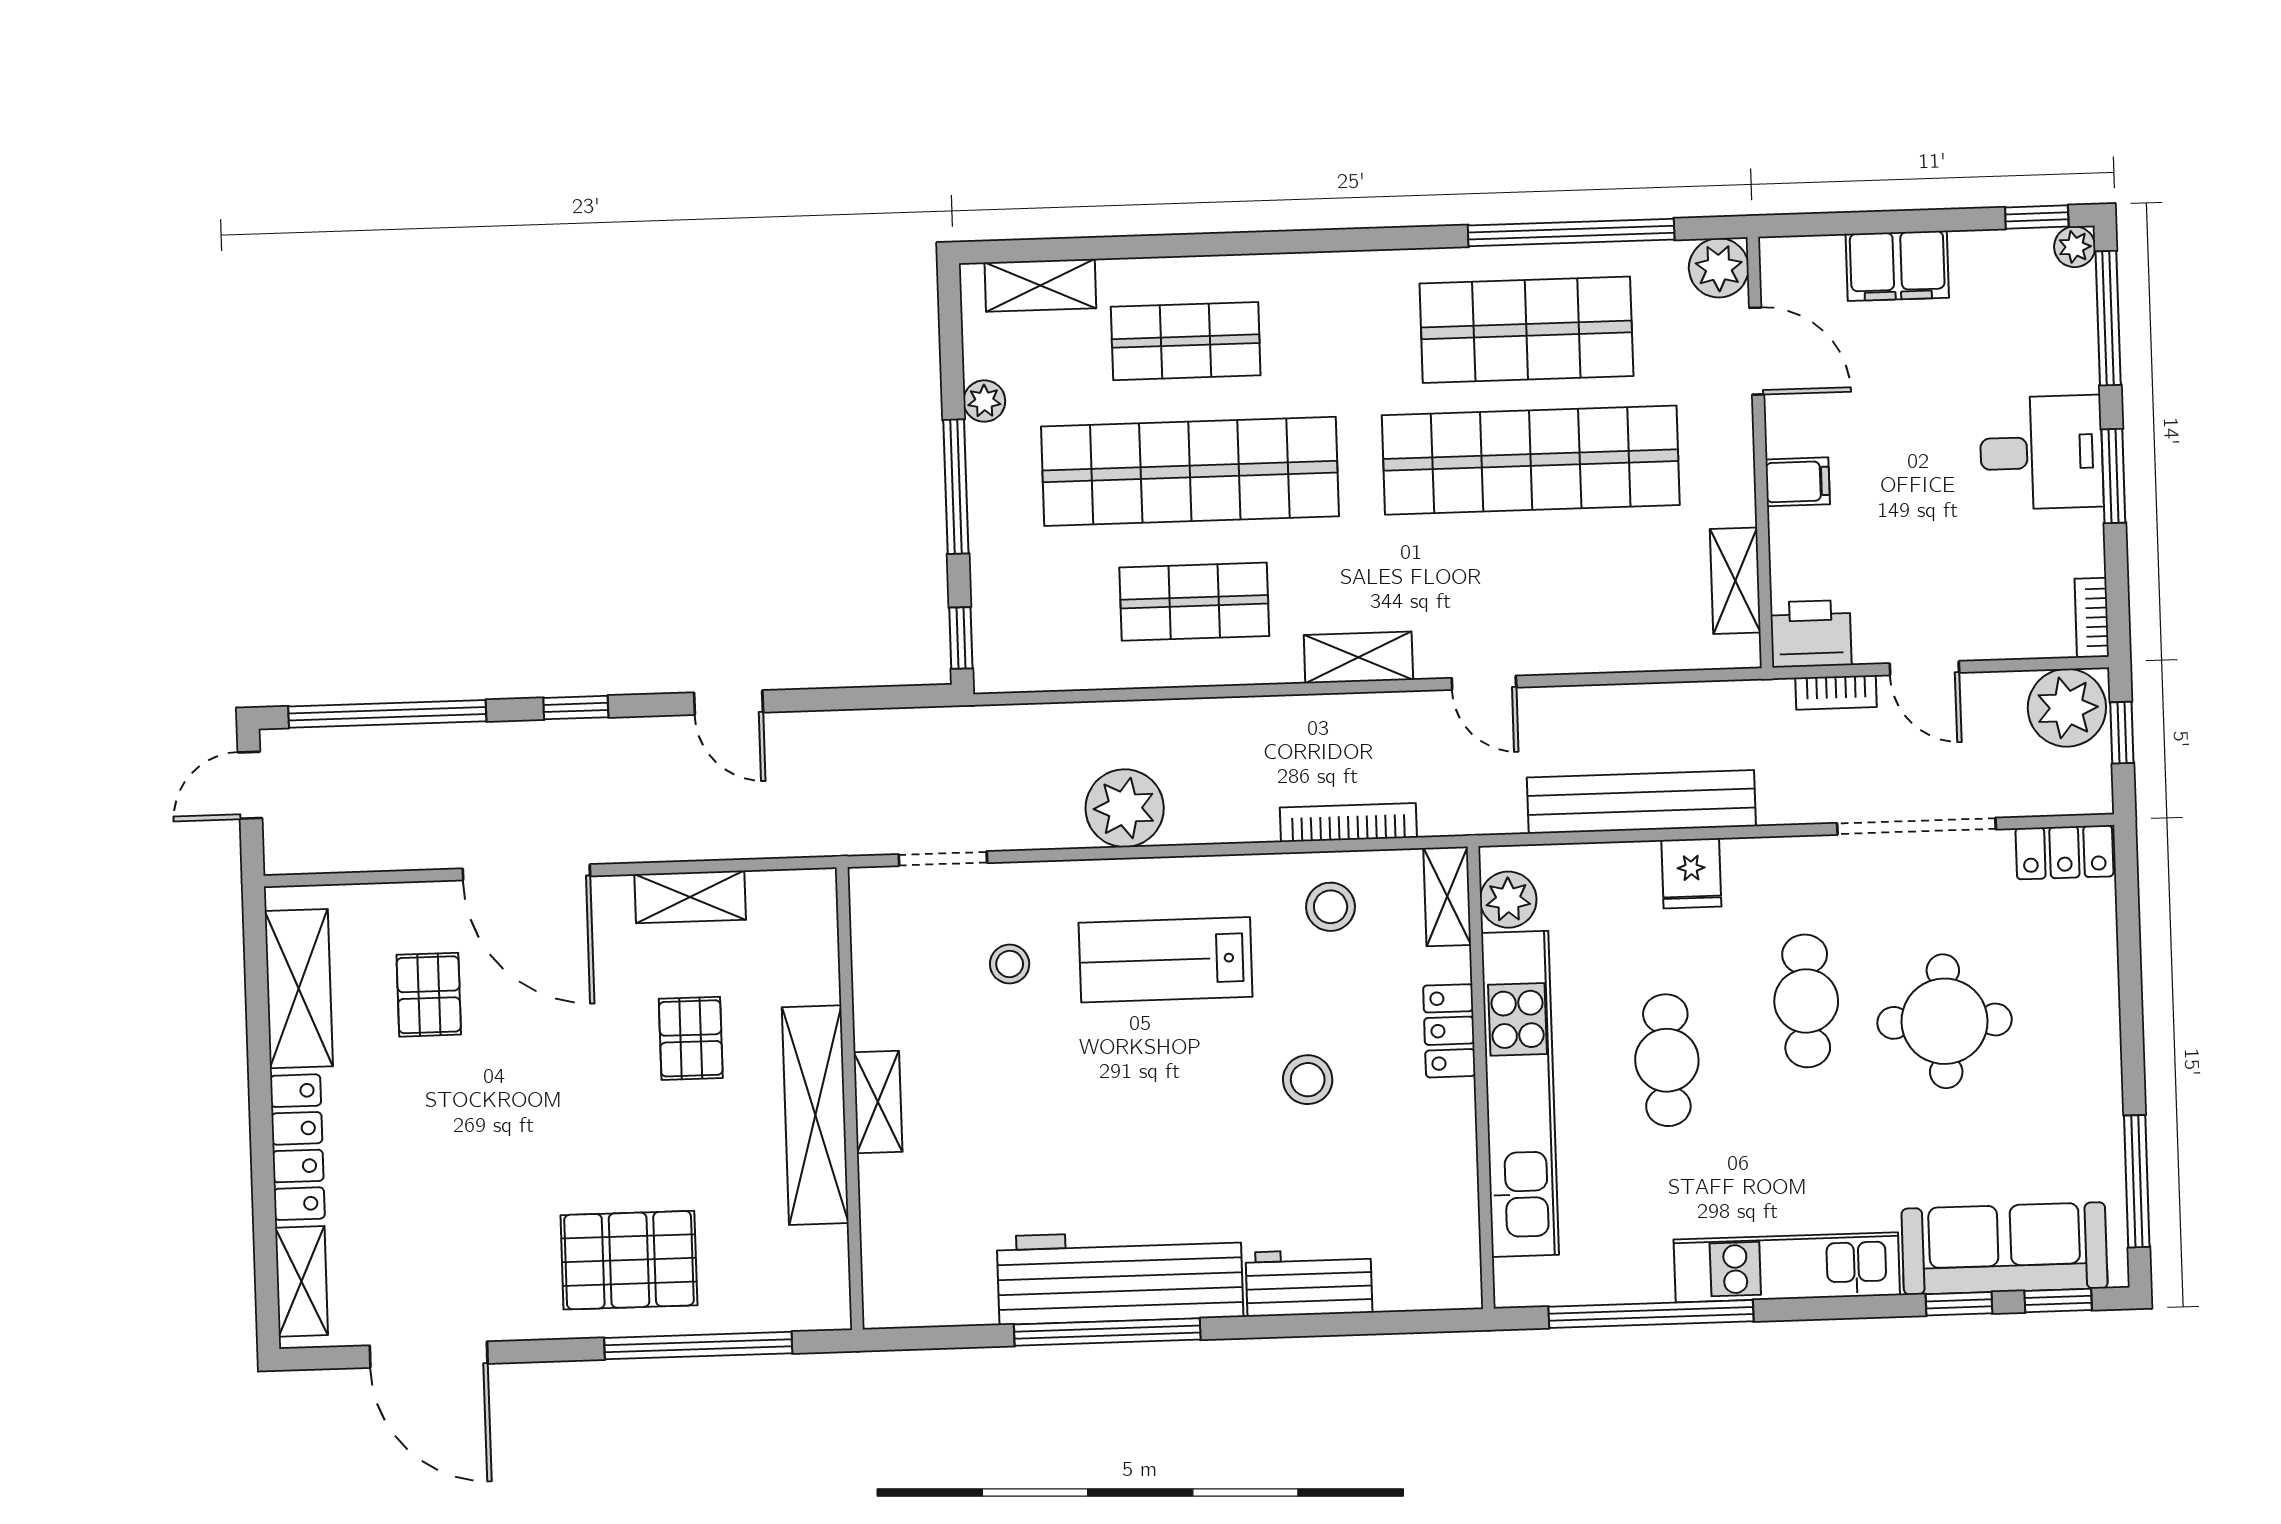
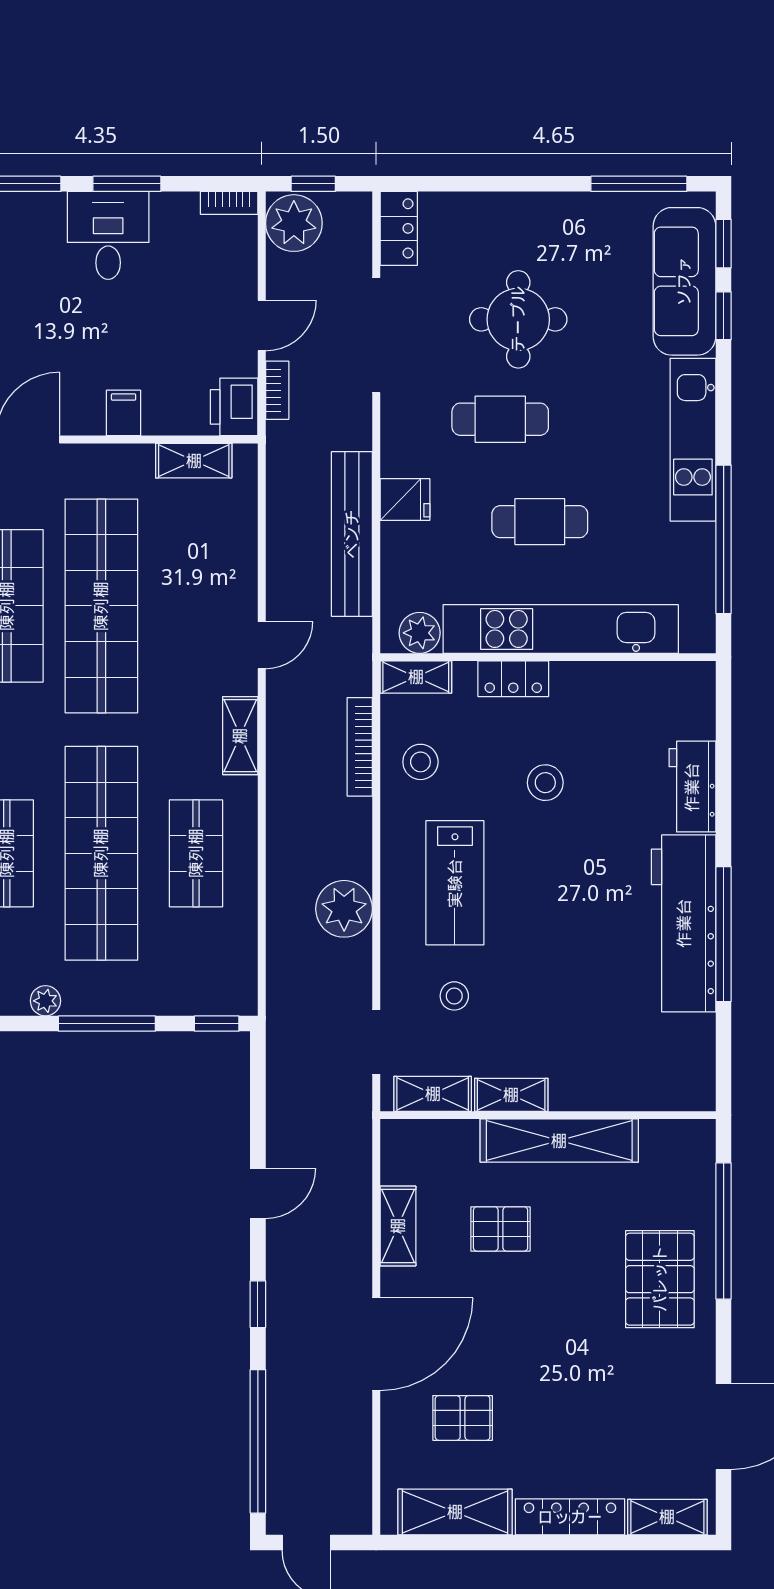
shelving: (874, 939) -> (433, 1094), added
shelving: (878, 1102) -> (511, 1095), moved

